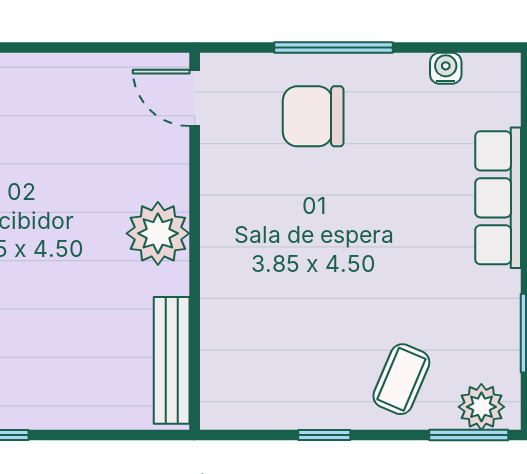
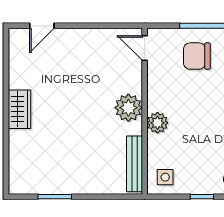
plant: (224, 267) -> (157, 123), added
side table: (241, 391) -> (165, 177), added

